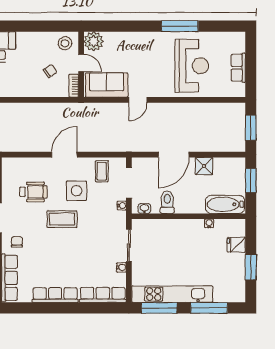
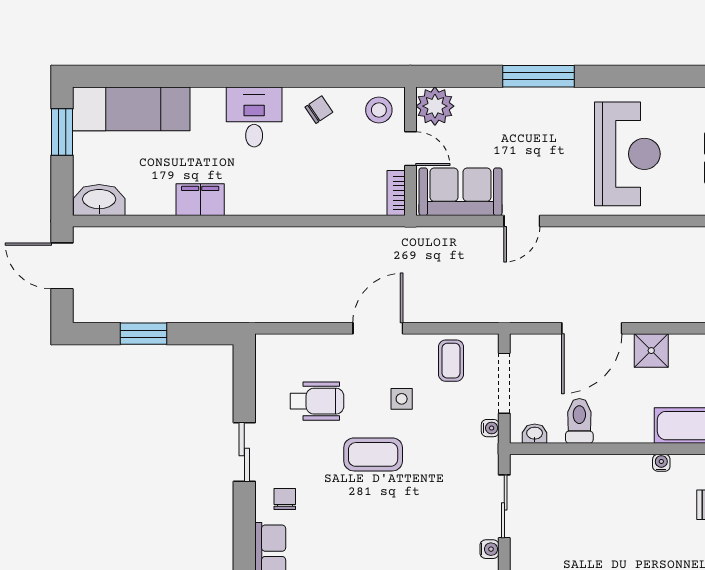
window: (180, 26) -> (539, 76), moved
chair: (50, 71) -> (319, 110), moved
side table: (77, 191) -> (402, 399), width x0.54, depth x0.54

